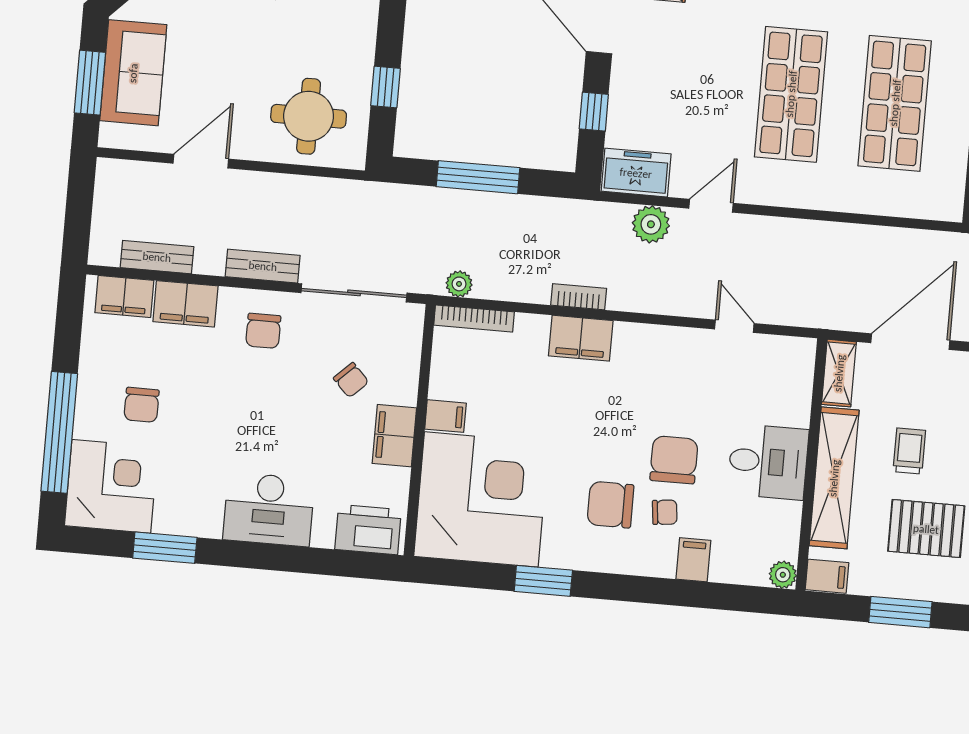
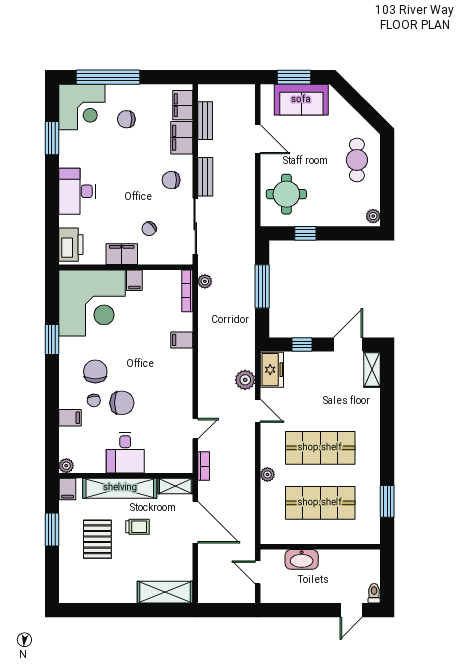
plant: (832, 198) -> (267, 474), added
bookcase: (579, 297) -> (204, 466), moved
filing cabinet: (581, 338) -> (182, 340), width x0.50

